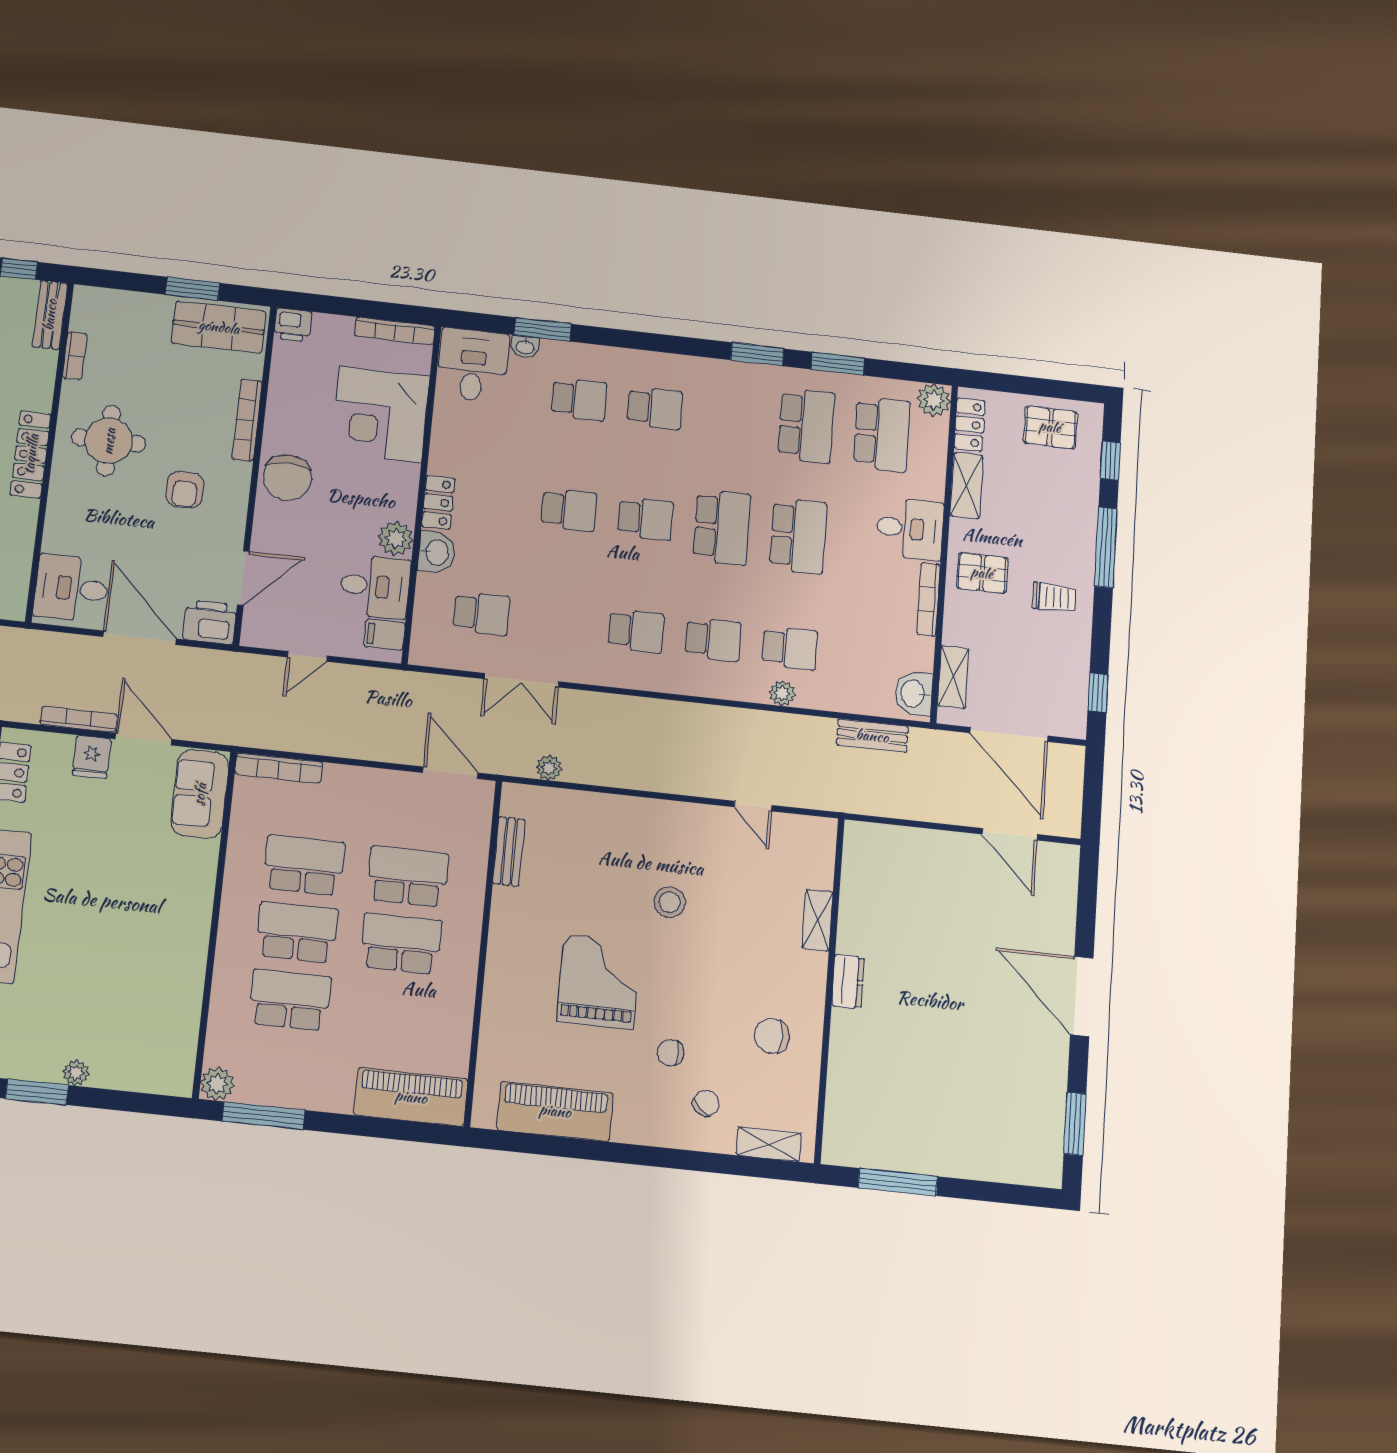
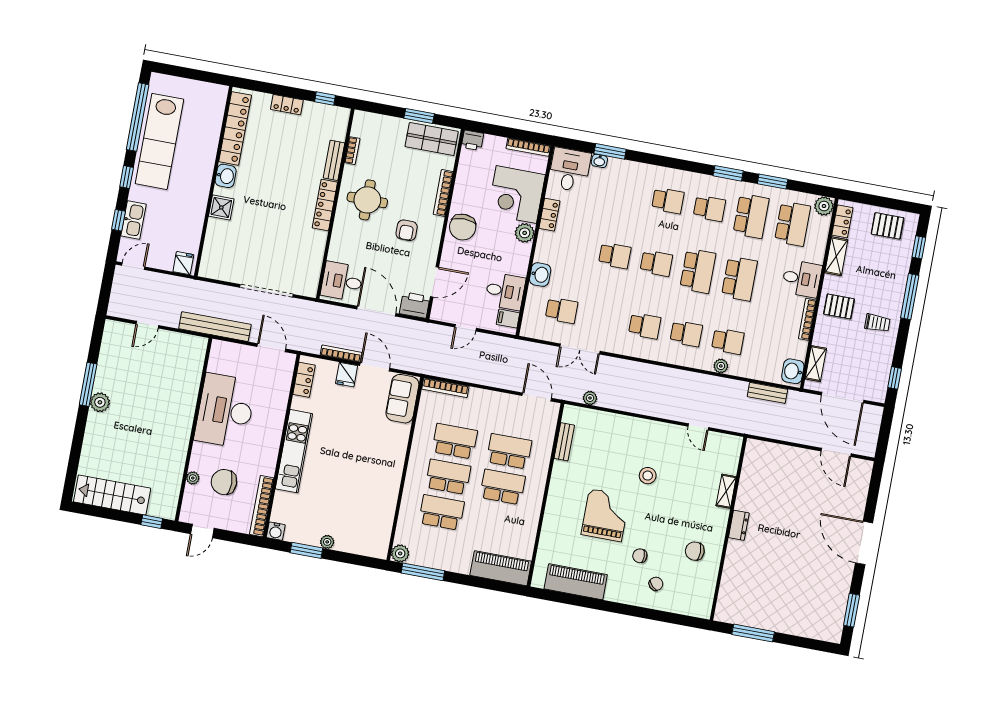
bench: (50, 315) -> (334, 160), moved
school desk: (579, 399) -> (709, 208), moved
locker: (438, 502) -> (549, 215), moved
plant: (396, 538) -> (525, 233), moved
shelving: (769, 1144) -> (687, 608), removed

